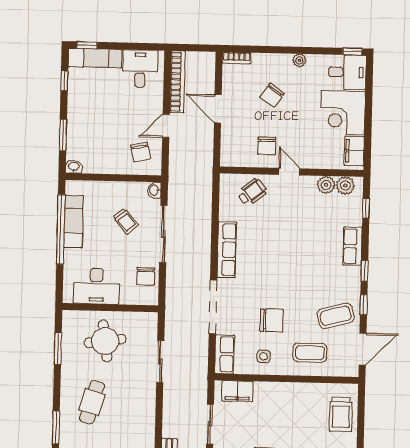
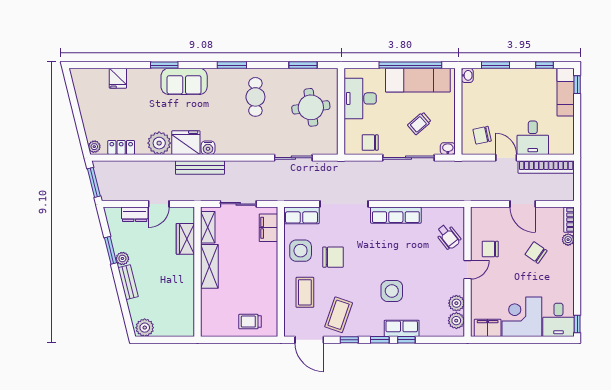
plant: (299, 60) -> (568, 240), moved
desk: (140, 68) -> (533, 138), moved, turned 90
door: (218, 109) -> (523, 204), swing flipped
window: (366, 208) -> (406, 340), moved
exam couch: (74, 221) -> (418, 80), width x1.36, depth x1.45
side table: (311, 256) -> (392, 291), added
coffee table: (336, 316) -> (339, 315), turned 34
chair: (272, 320) -> (333, 257), turned -90
side table: (264, 356) -> (301, 251), width x1.87, depth x1.87
cafe table: (92, 402) -> (255, 97), turned 74
trolley: (341, 414) -> (250, 322), width x0.73, depth x0.72

